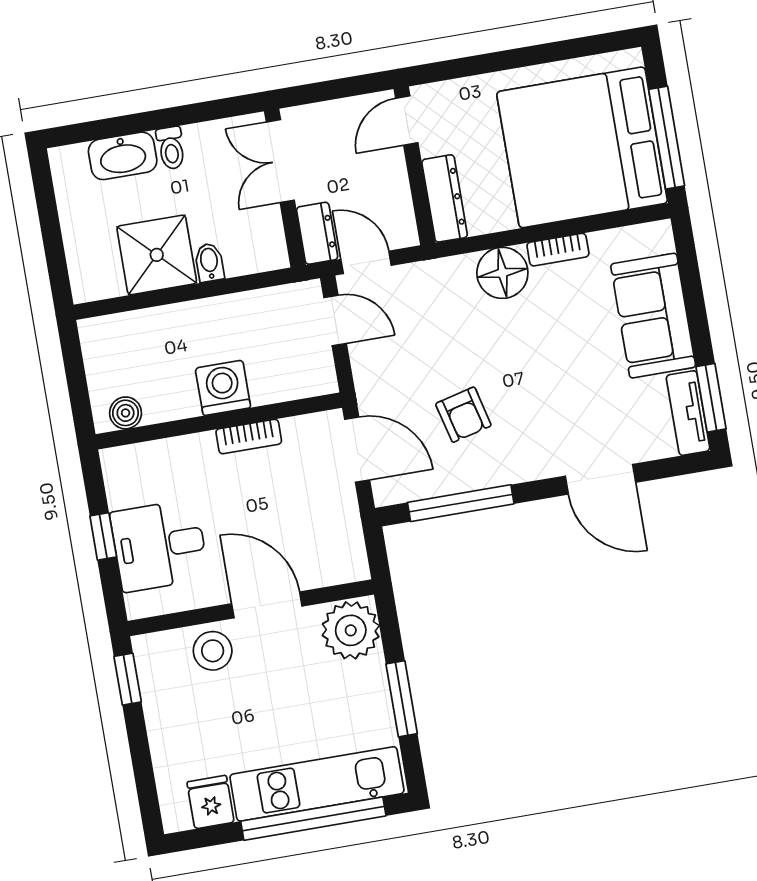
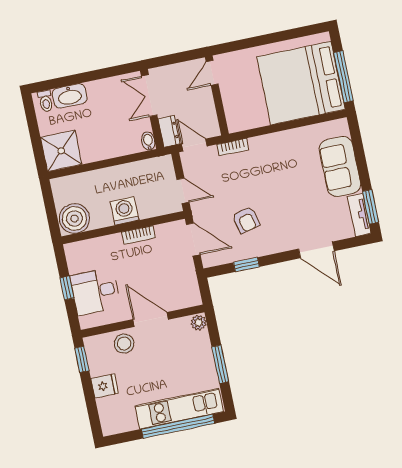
toilet: (171, 148) -> (46, 101), moved
dresser: (445, 198) -> (233, 111), removed
bookcase: (558, 250) -> (233, 147), moved
shower: (157, 255) -> (61, 151), moved
bidet: (209, 262) -> (148, 141), moved
floor lamp: (502, 273) -> (263, 148), removed
door: (335, 321) -> (183, 191), moved
boiler: (126, 413) -> (74, 219), width x1.86, depth x1.86
window: (461, 503) -> (246, 265), width x0.46
plant: (351, 630) -> (199, 323), width x0.53, depth x0.53
fridge: (211, 802) -> (105, 386), moved, turned 90

